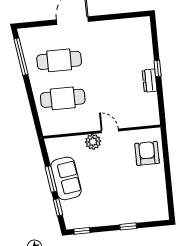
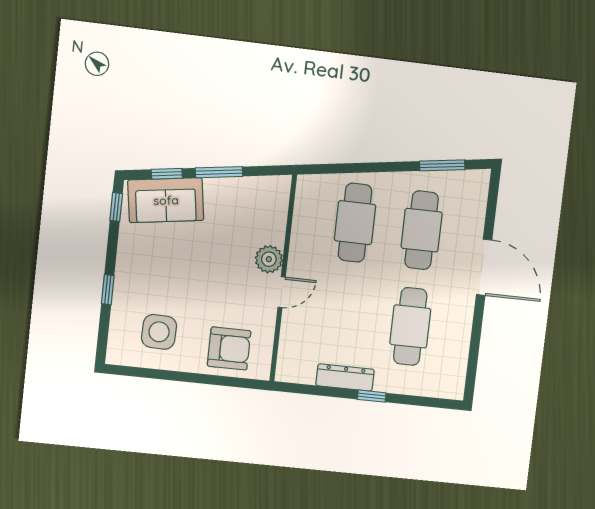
cafe table: (114, 55) -> (410, 326), added
window: (21, 57) -> (442, 165), width x0.69
dresser: (150, 81) -> (345, 377), width x1.44
sofa: (66, 178) -> (166, 200), moved
side table: (146, 194) -> (159, 332), added

